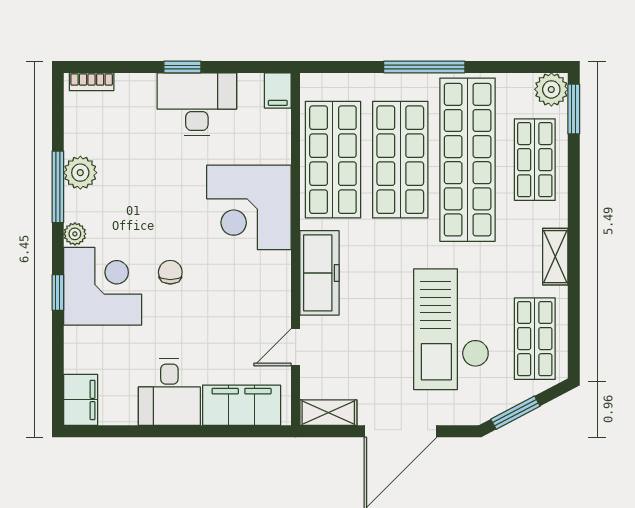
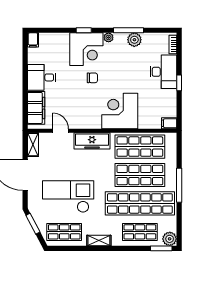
desk: (197, 104) -> (163, 72), moved
filing cabinet: (81, 400) -> (33, 40), width x0.50

